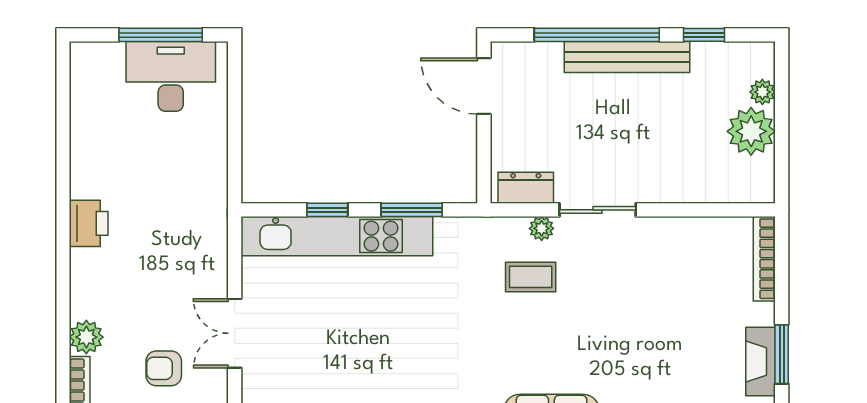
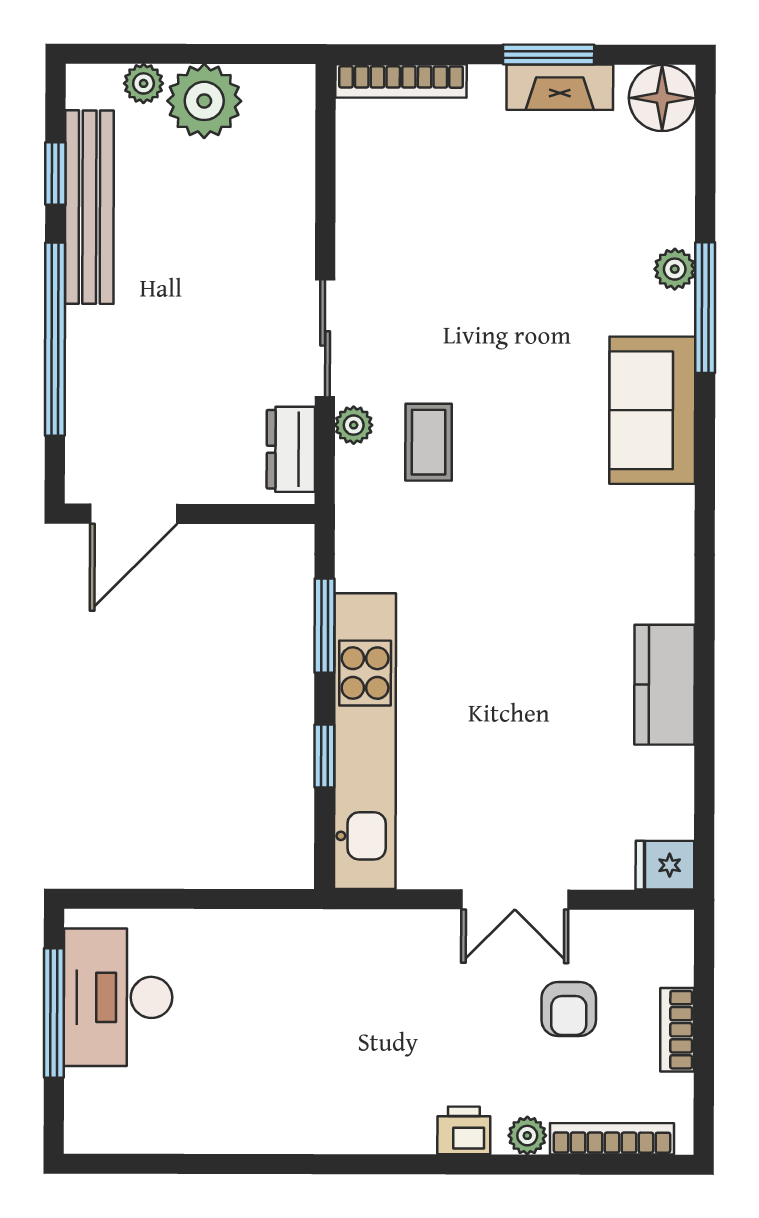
bench: (627, 57) -> (89, 207), moved
printer: (89, 223) -> (464, 1130), moved, width x0.73, depth x0.81
plant: (86, 337) -> (527, 1136), width x0.73, depth x0.73

